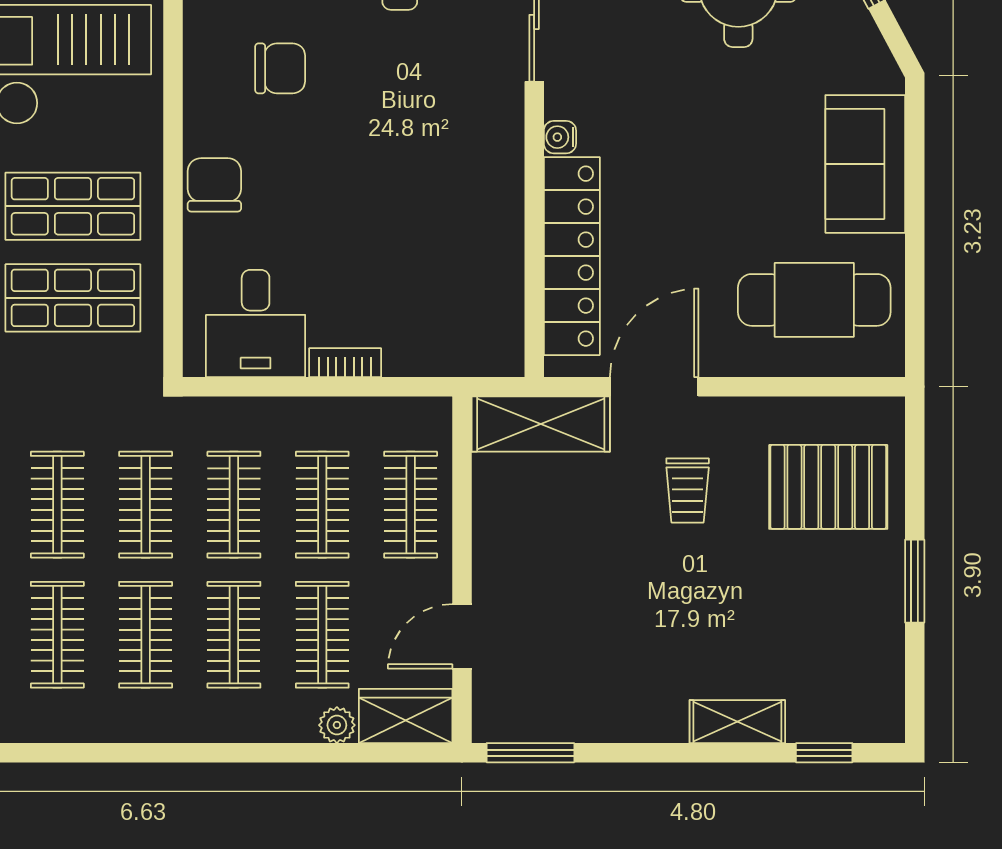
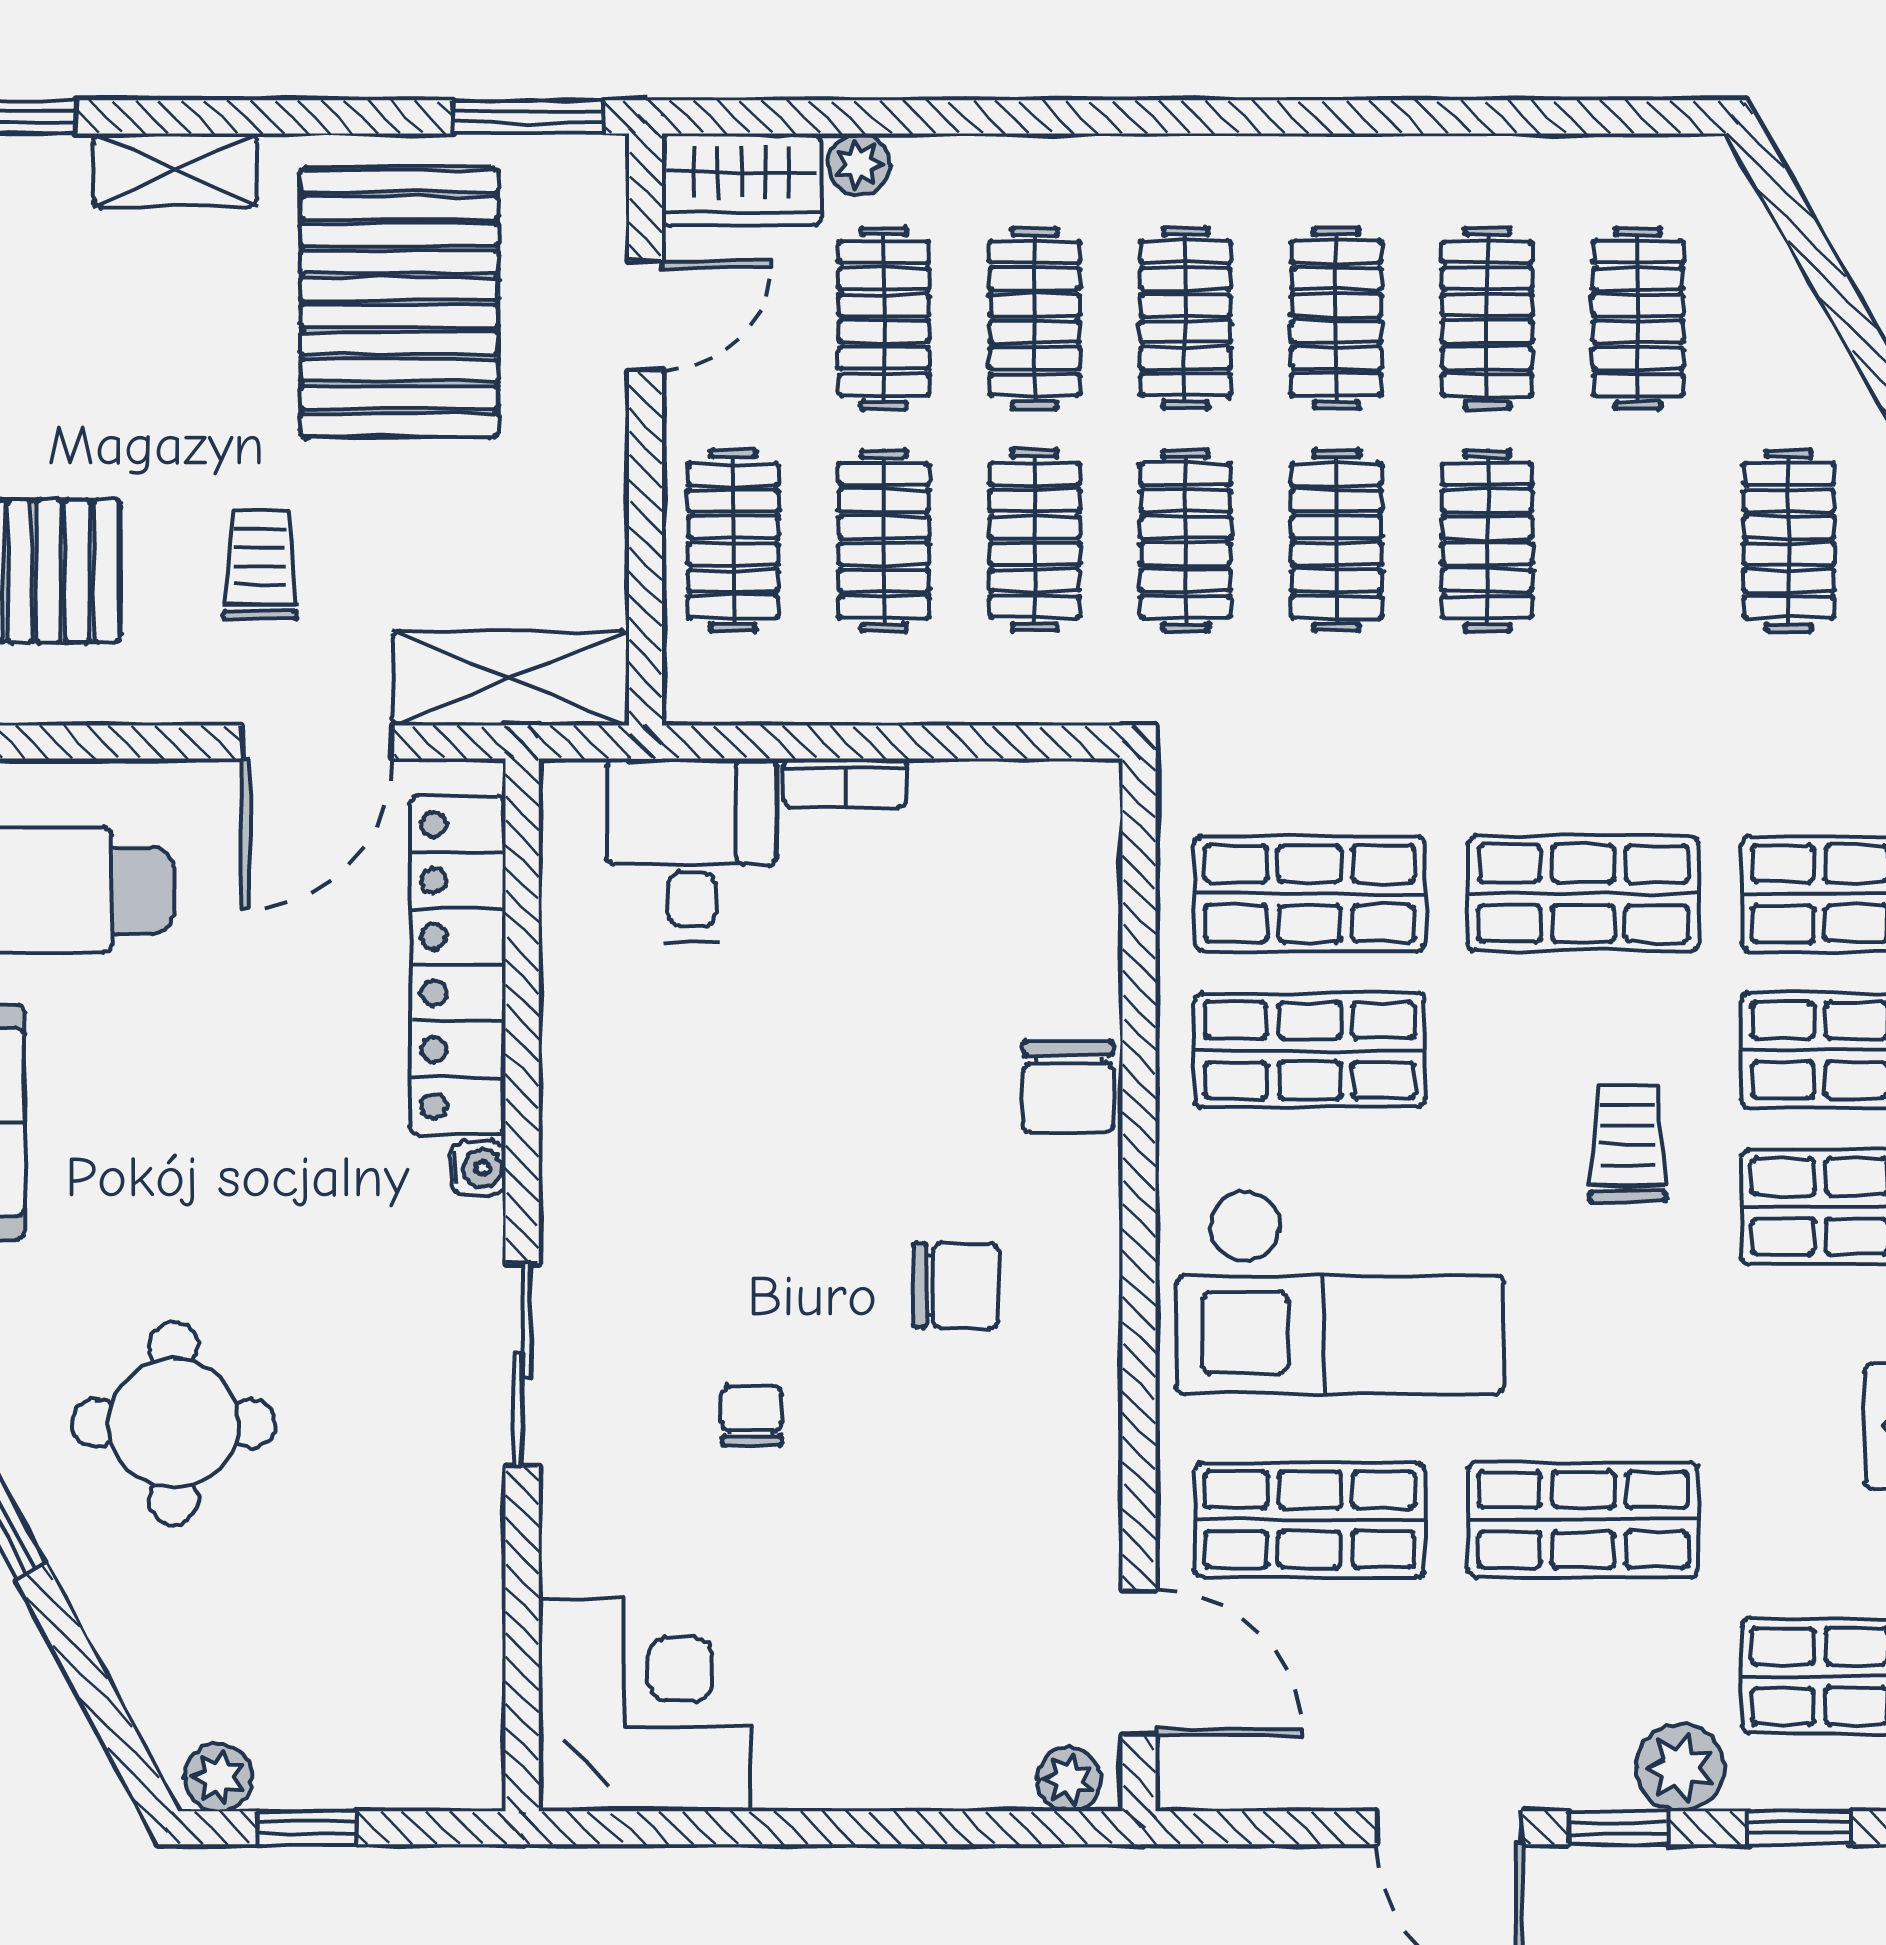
chair: (280, 68) -> (956, 1286), turned 180
desk: (256, 323) -> (692, 850), moved
pallet: (606, 644) -> (399, 303), added

